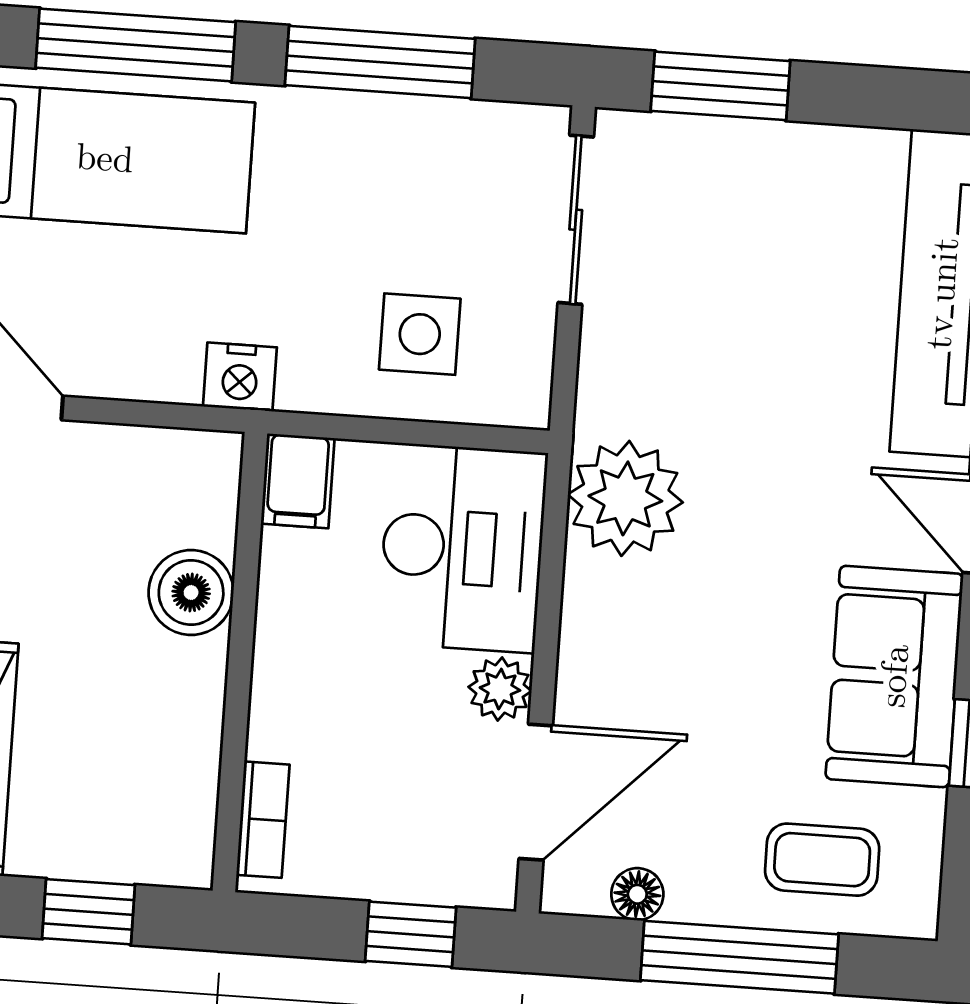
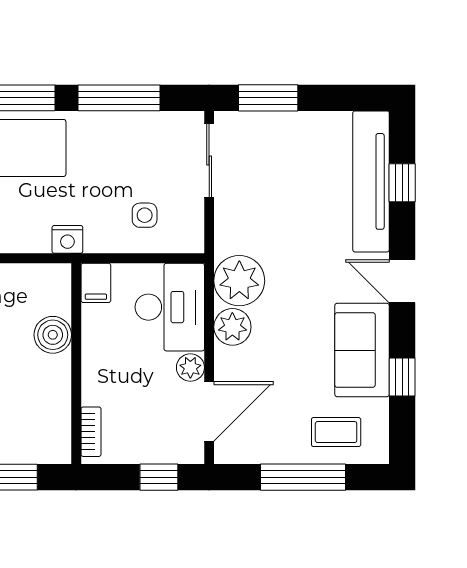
side table: (420, 334) -> (145, 215), width x0.73, depth x0.73
plant: (602, 603) -> (232, 327), added
floor lamp: (637, 894) -> (257, 453), removed

